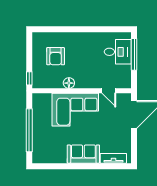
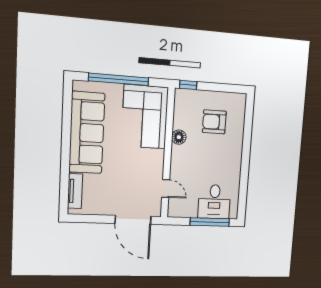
door: (109, 91) -> (166, 189), swing flipped
corner sofa: (75, 110) -> (145, 117), moved
sofa: (83, 154) -> (87, 133), width x1.85, depth x1.27

